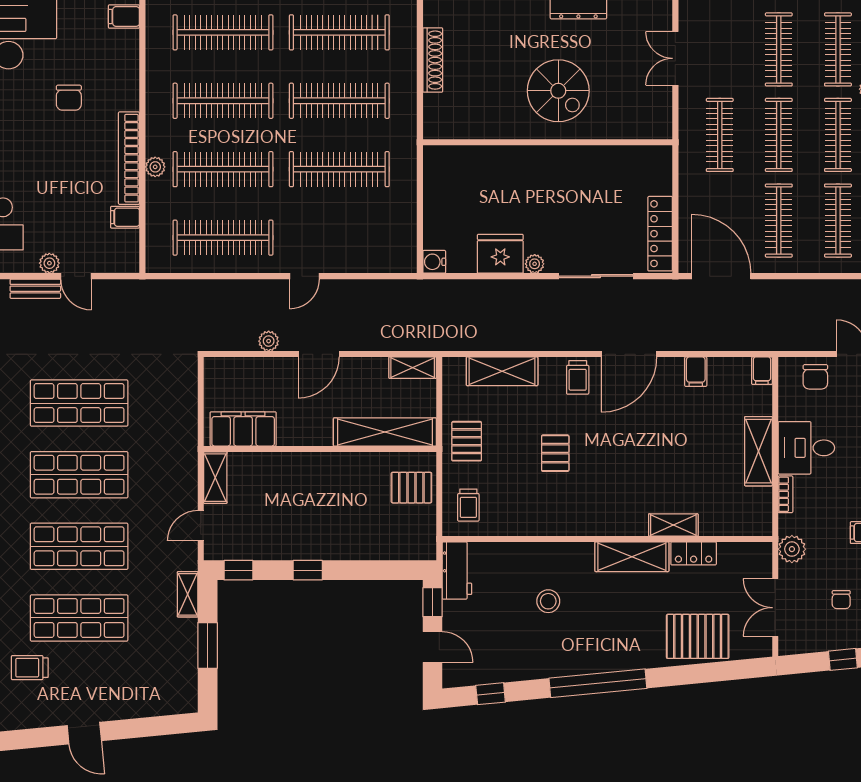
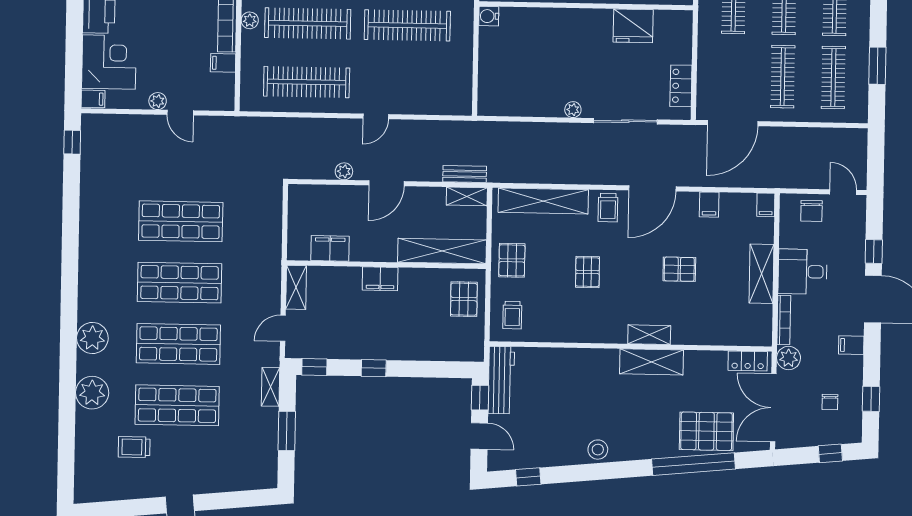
locker: (660, 234) -> (681, 86), width x0.66
fridge: (500, 254) -> (633, 26), moved, turned 180
water cooler: (434, 262) -> (489, 16), moved
door: (721, 276) -> (733, 123), swing flipped
bench: (35, 289) -> (465, 174), moved
shelving: (502, 371) -> (543, 201), width x1.47
filing cabinet: (243, 429) -> (330, 248), width x0.67, depth x0.86
pallet: (662, 448) -> (679, 269), added
filing cabinet: (313, 466) -> (380, 279), added
pallet: (411, 488) -> (464, 299), turned 90
bookcase: (785, 494) -> (784, 320), width x1.56
shelving: (673, 525) -> (649, 335), moved
locker: (694, 553) -> (748, 361), moved
workbench: (457, 570) -> (501, 380), width x1.38
stool: (548, 601) -> (598, 450), moved
double door: (775, 608) -> (773, 408), width x1.37
window: (598, 683) -> (693, 464), moved

